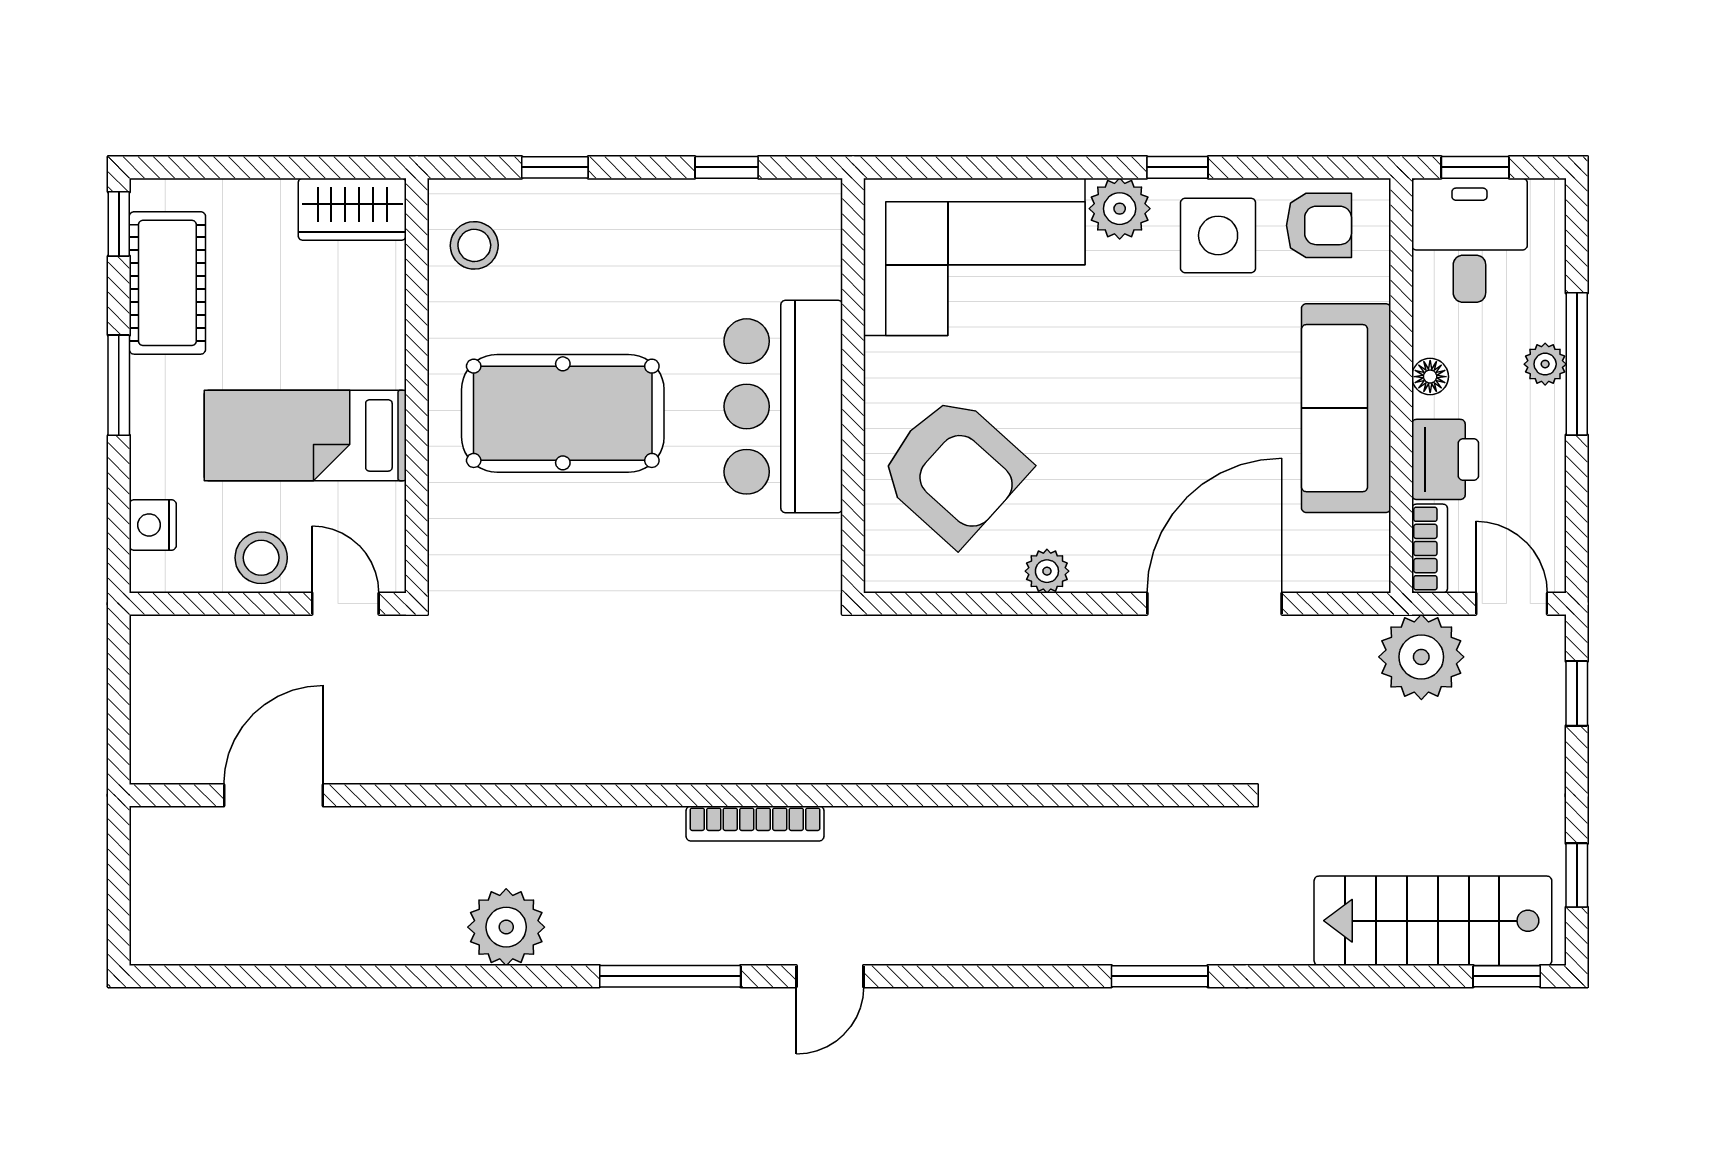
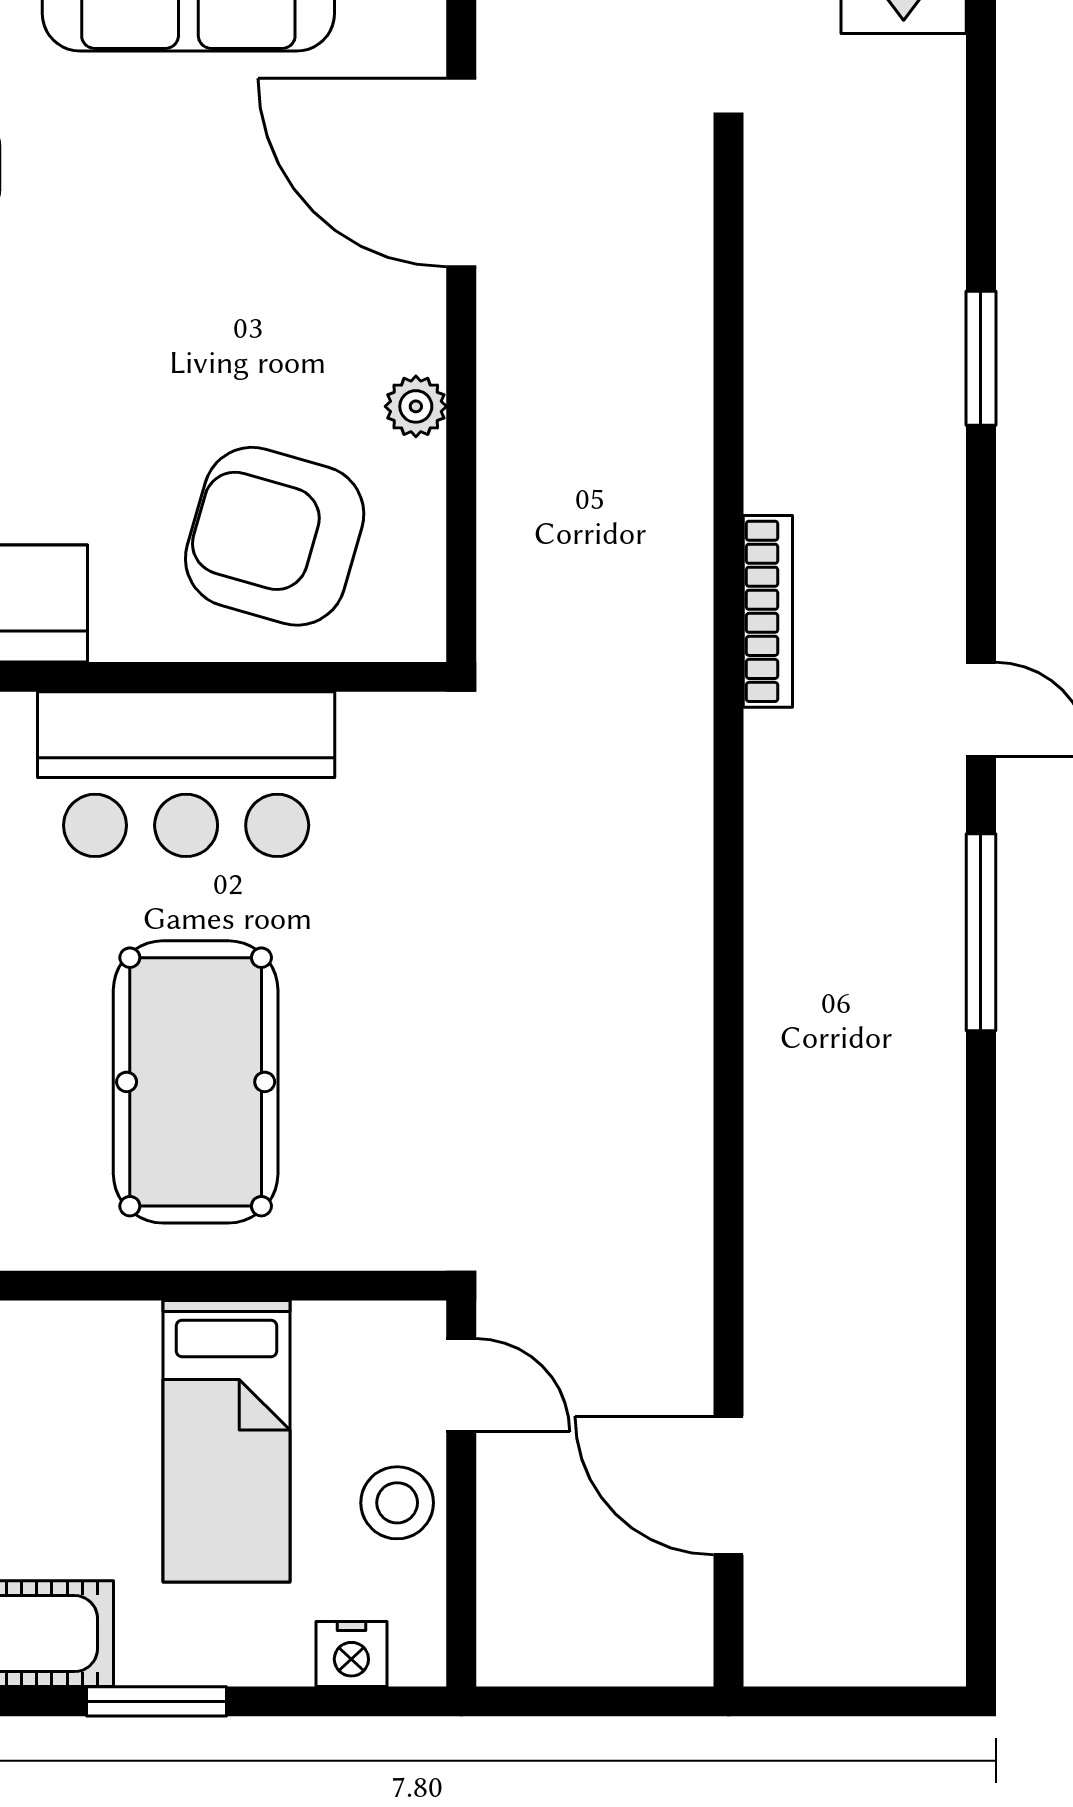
armchair: (954, 470) -> (275, 536), turned -116
door: (345, 604) -> (461, 1385), swing flipped
bookcase: (755, 824) -> (768, 611), moved
plant: (506, 927) -> (912, 1161), removed
window: (1160, 976) -> (981, 358), moved

